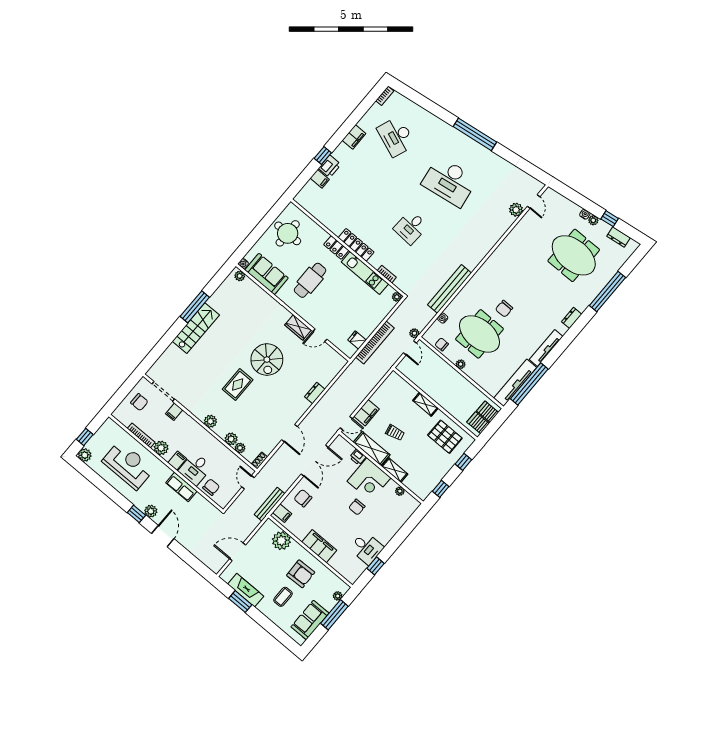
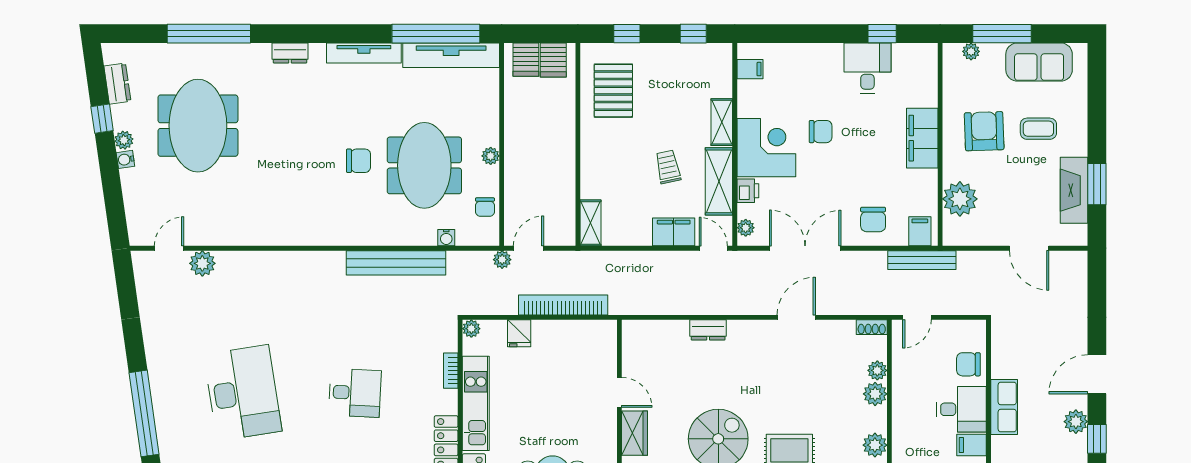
fridge: (357, 340) -> (519, 333), moved
shelving: (425, 404) -> (590, 223), moved
plant: (400, 491) -> (746, 228), moved
filing cabinet: (407, 500) -> (750, 69), added

